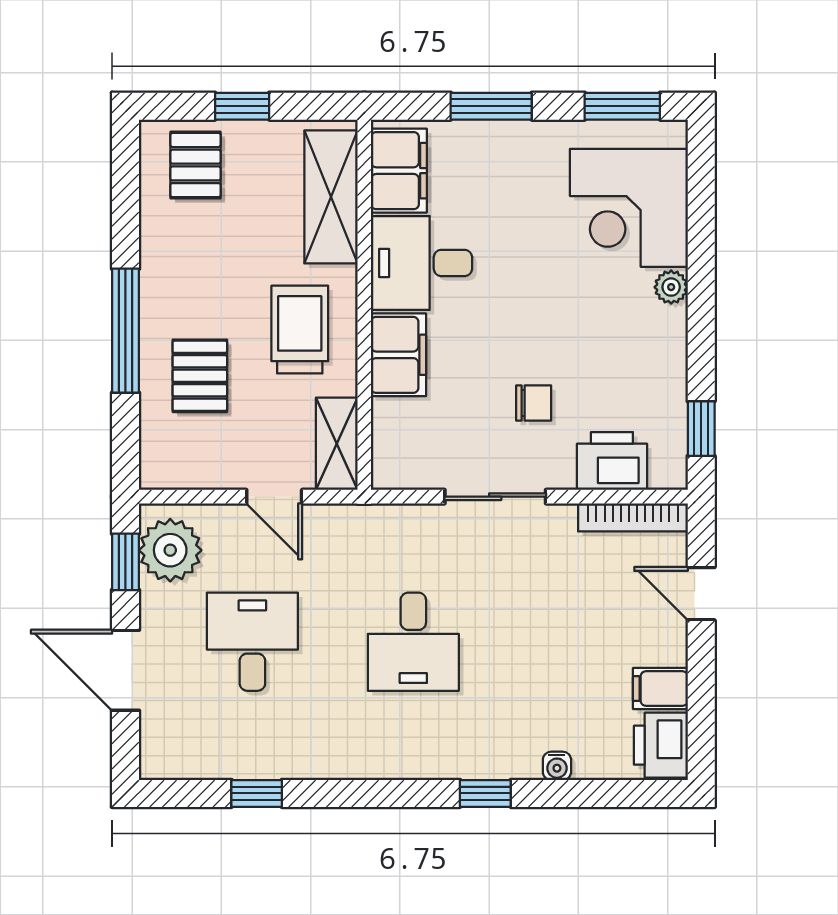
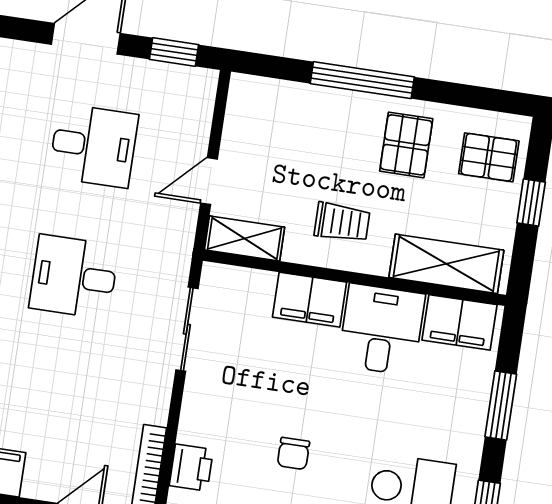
trolley: (300, 330) -> (342, 222), width x0.73, depth x0.72
pallet: (200, 376) -> (406, 145), moved, turned 90
chair: (534, 403) -> (293, 453), moved
printer: (612, 461) -> (191, 468), width x0.73, depth x0.81
sliding door: (495, 497) -> (187, 329), moved
plant: (170, 550) -> (178, 90), removed

